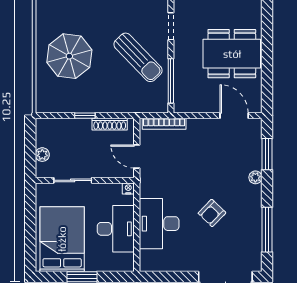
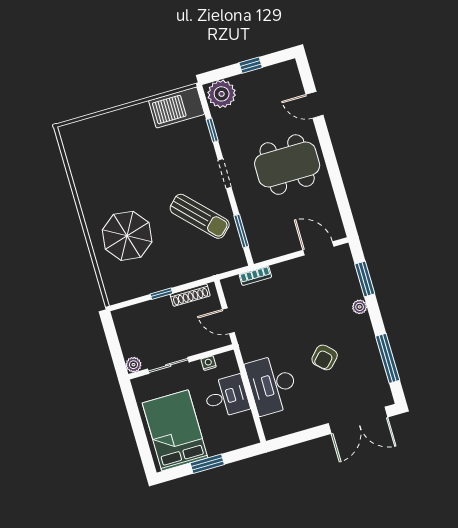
dining table: (232, 54) -> (287, 165), moved
window: (171, 81) -> (241, 231), width x0.69
bookcase: (164, 124) -> (255, 276), width x0.64
plant: (42, 155) -> (133, 365), moved
nightstand: (128, 189) -> (209, 363), moved
desk: (116, 229) -> (226, 397), width x0.73

